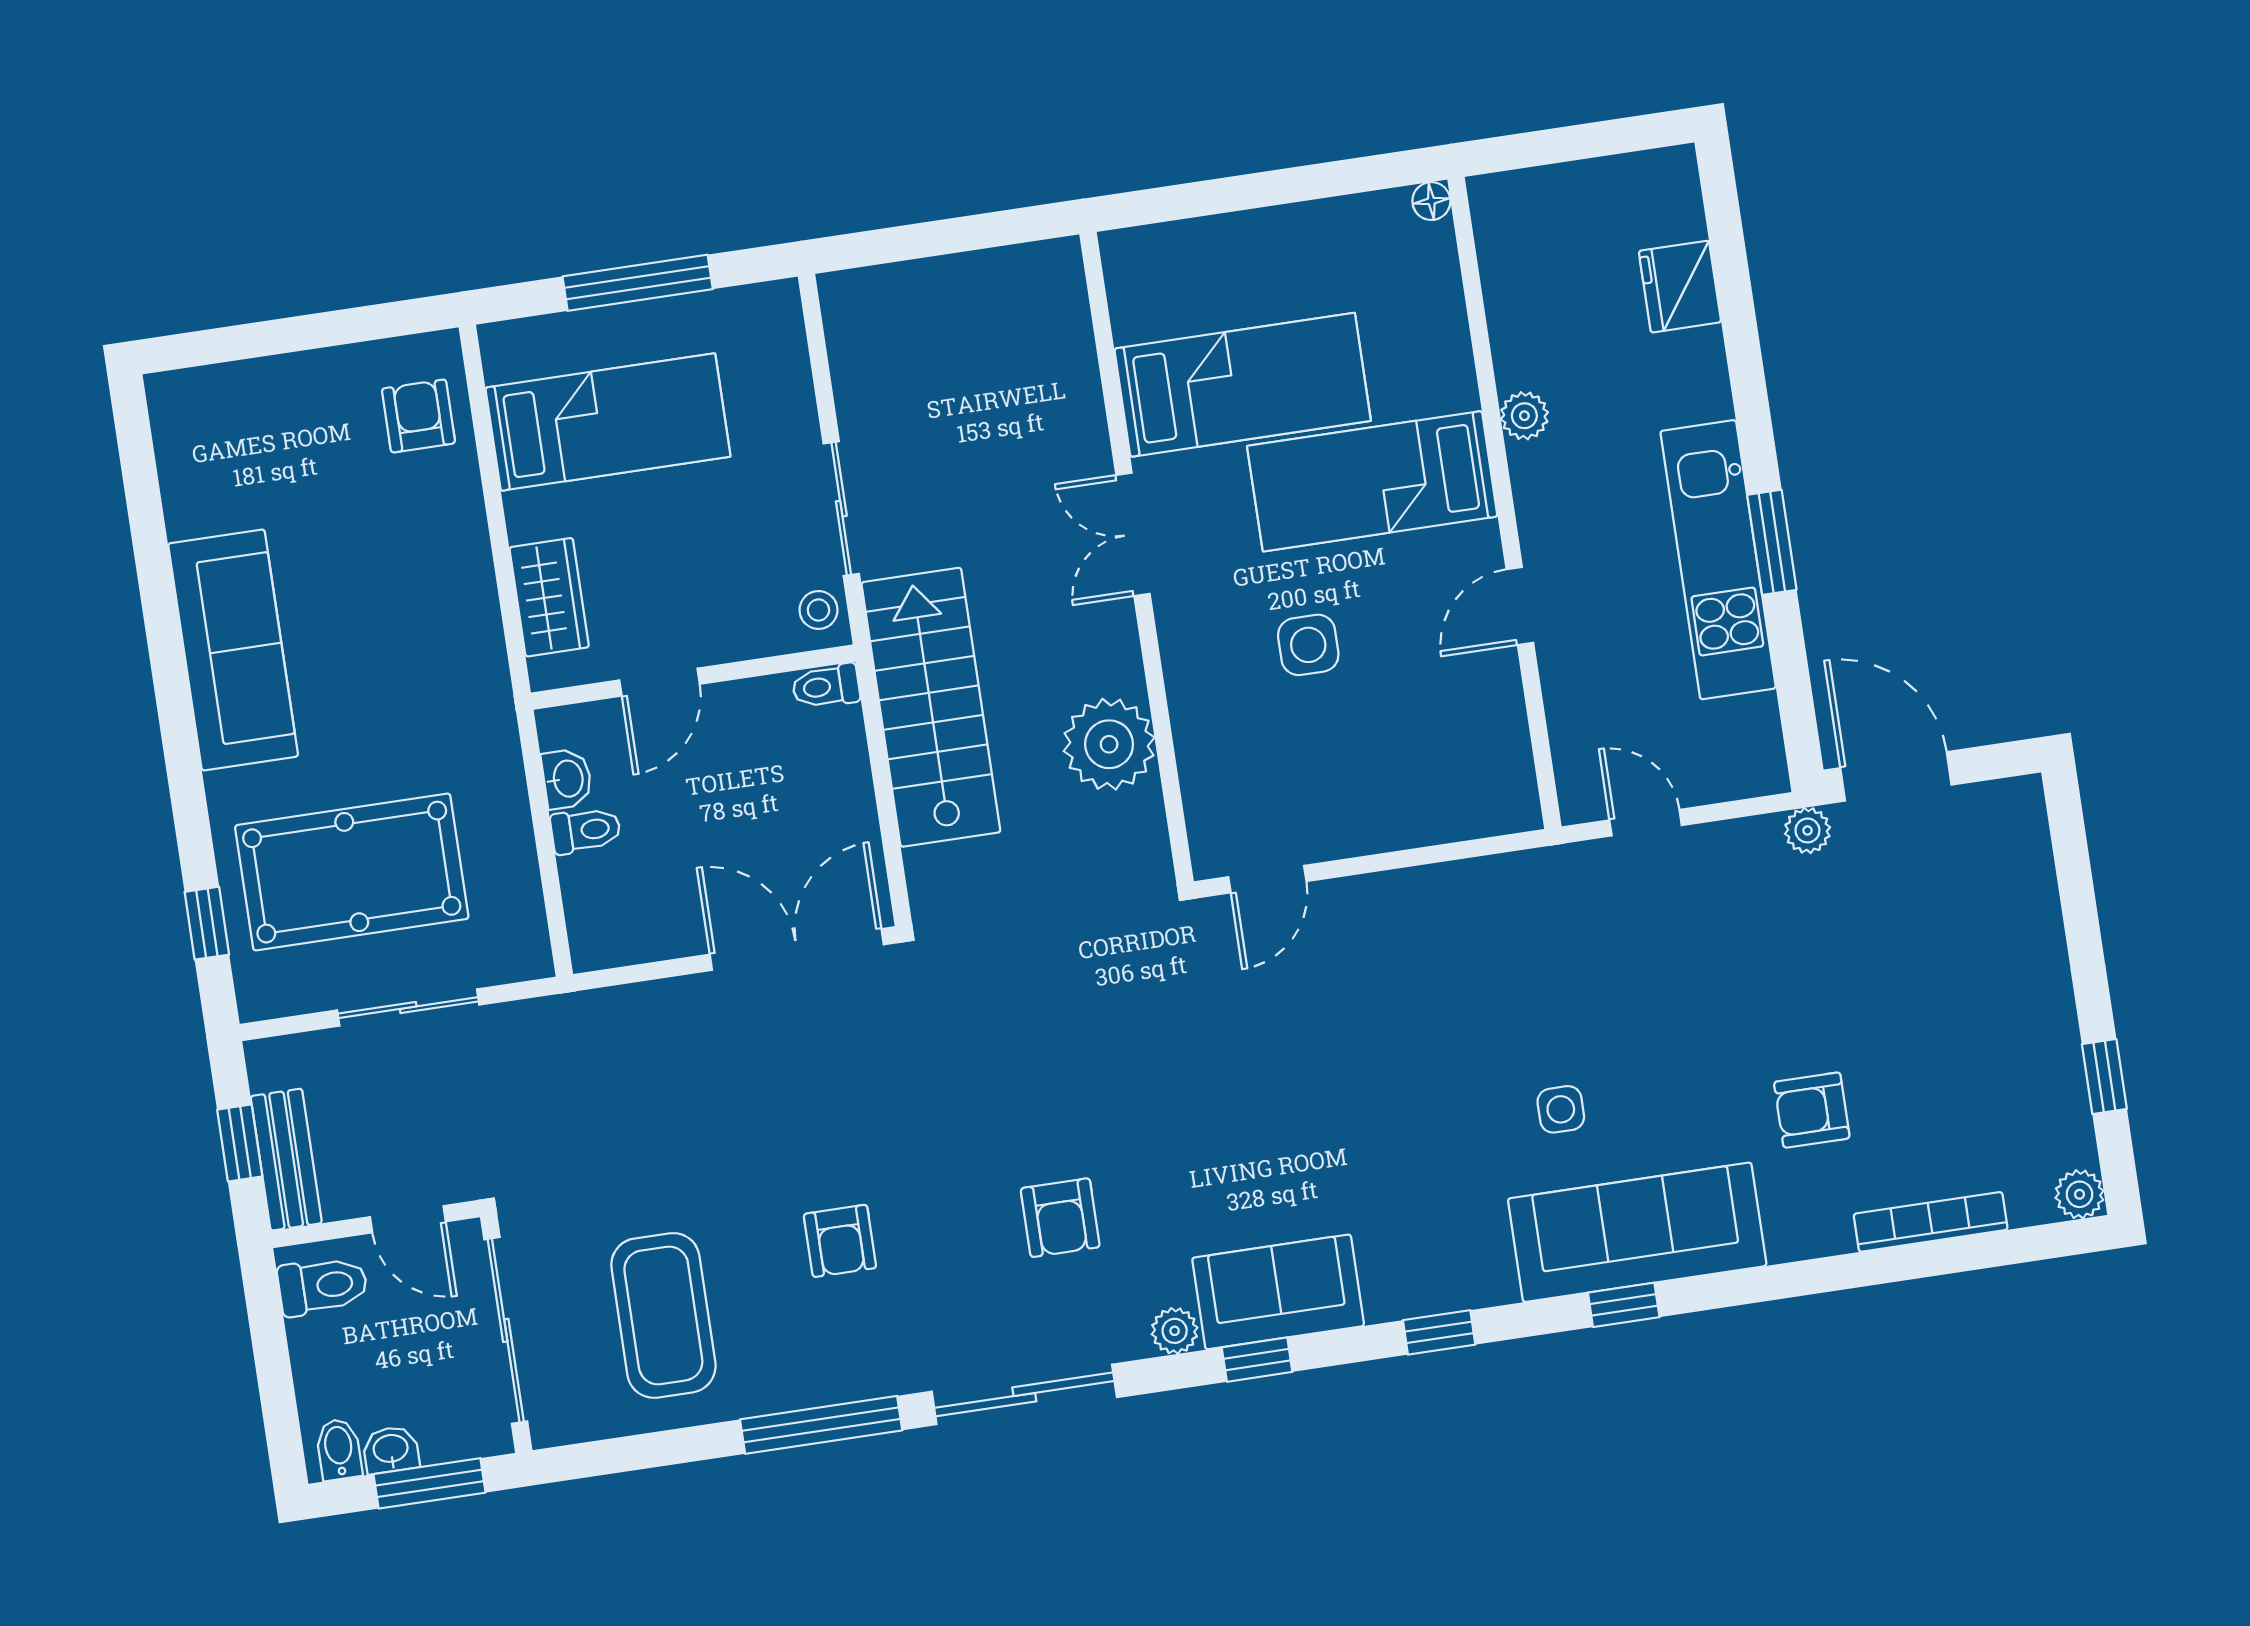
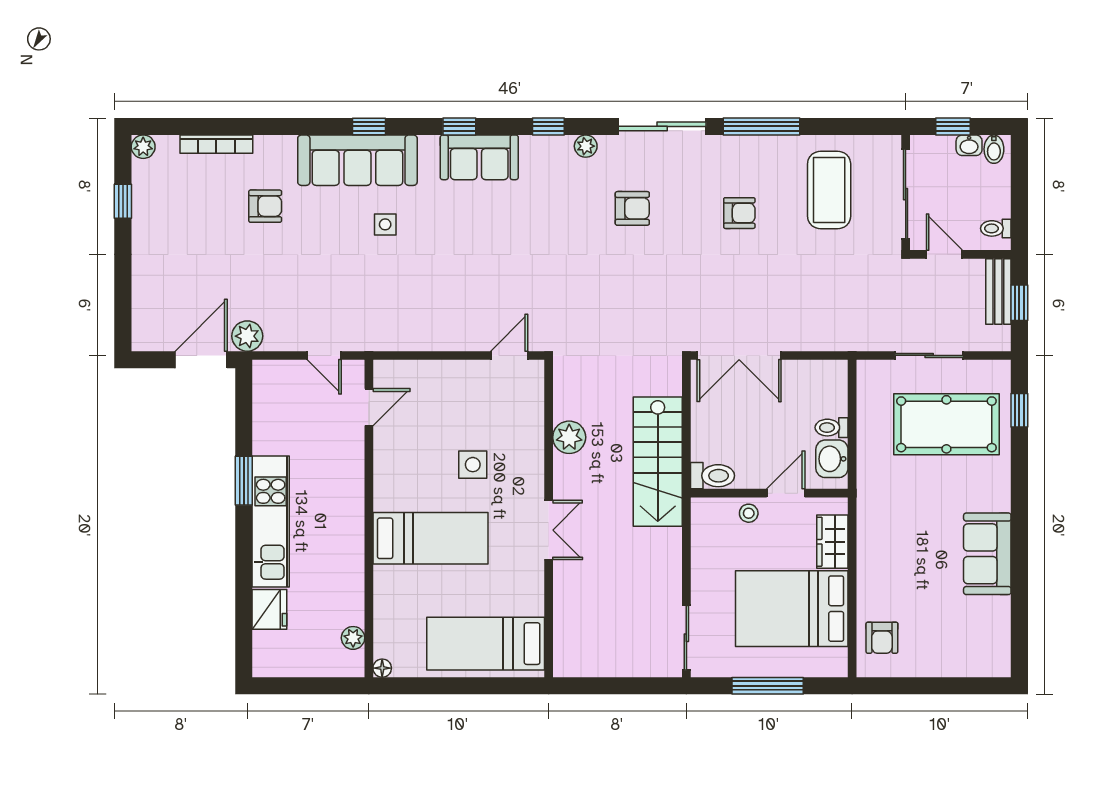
bed: (1243, 385) -> (486, 644), moved
plant: (1524, 416) -> (353, 638), moved
bed: (608, 422) -> (792, 609), width x1.50
sliding door: (841, 509) -> (686, 638), moved
kitchen unit: (1718, 560) -> (271, 522), moved
door: (1520, 606) -> (369, 407), moved
stool: (818, 610) -> (749, 513), moved
sofa: (233, 650) -> (987, 554), width x0.73
toilet: (826, 686) -> (712, 476), width x1.37, depth x1.39
plant: (1109, 744) -> (569, 437), width x0.73, depth x0.73
door: (1896, 776) -> (201, 360), swing flipped
washbasin: (567, 779) -> (832, 459), width x1.38, depth x1.45
plant: (1807, 830) -> (247, 336), width x1.38, depth x1.38
armchair: (1060, 1218) -> (632, 208), turned 90
armchair: (840, 1241) -> (739, 213), turned 90
toilet: (323, 1286) -> (996, 228), width x0.73, depth x0.72
sofa: (1278, 1292) -> (479, 157), moved
window: (429, 1483) -> (953, 126), width x0.67

